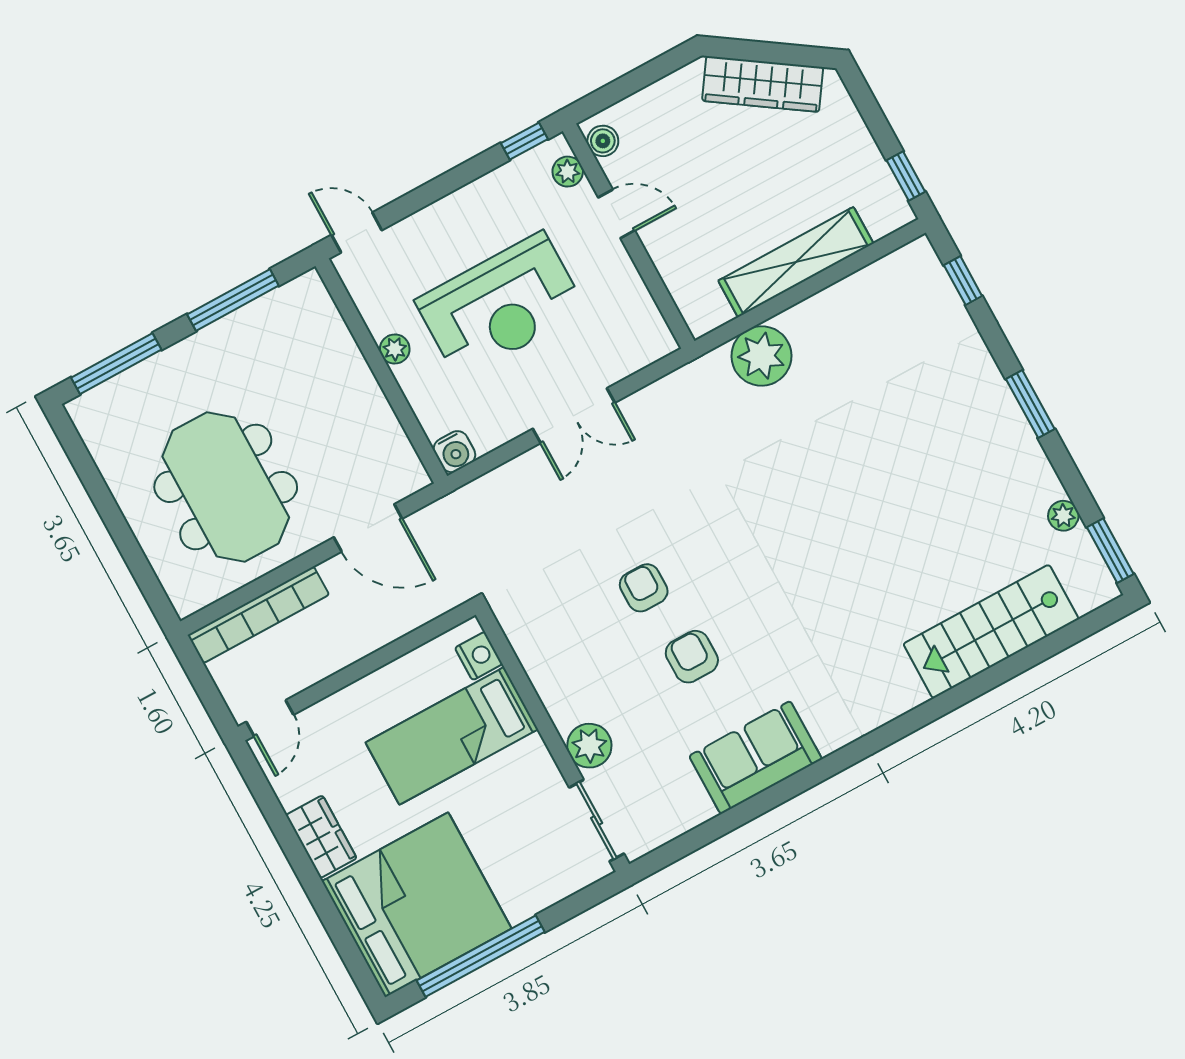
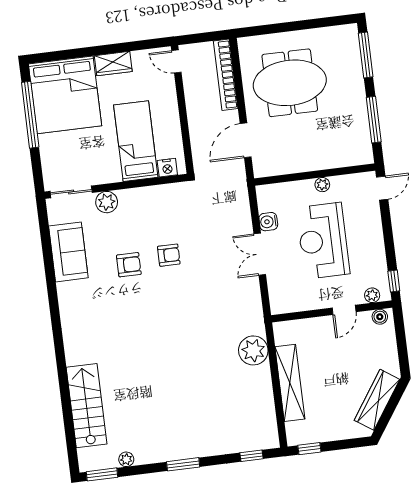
water cooler: (454, 452) -> (268, 222), moved
sofa: (756, 758) -> (68, 252), moved

